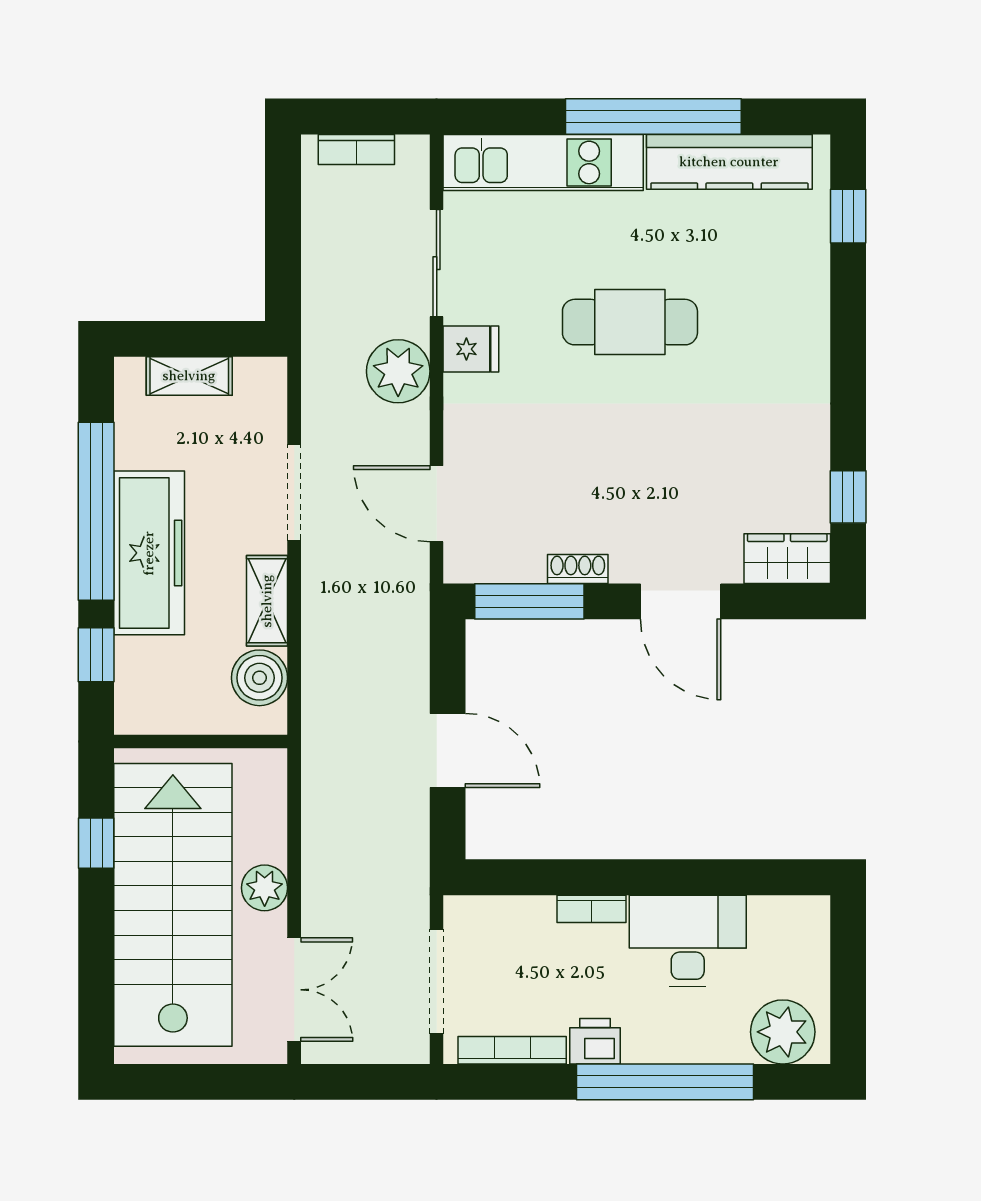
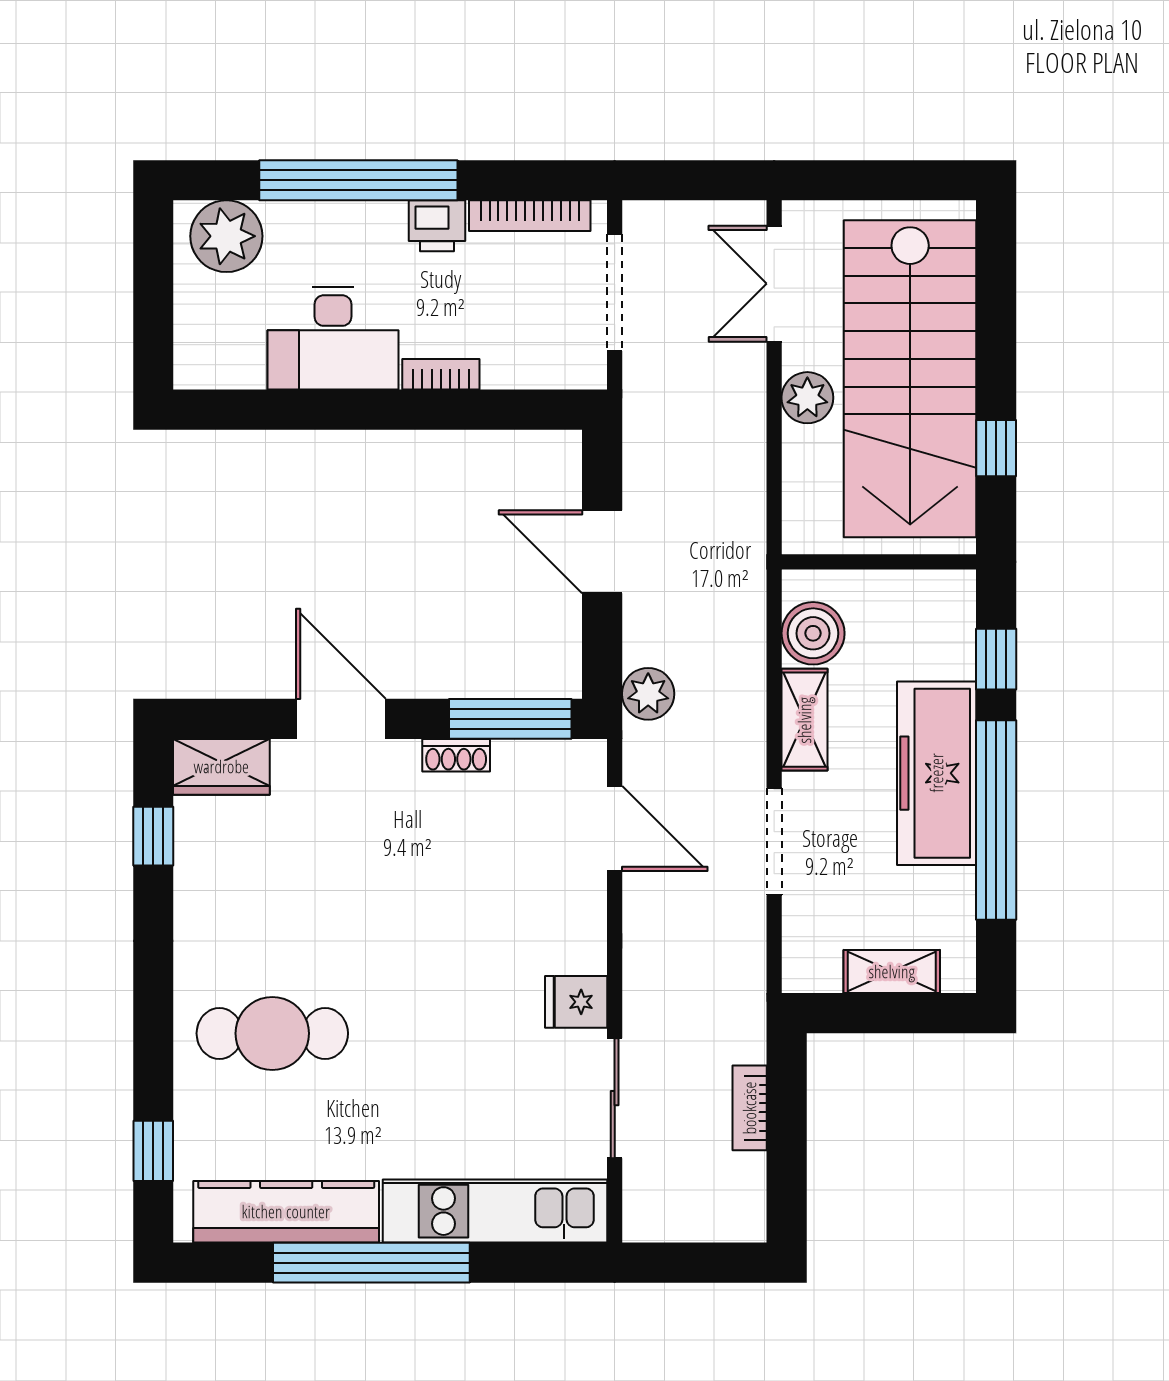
bookcase: (356, 149) -> (750, 1108), moved, turned -90
cafe table: (630, 322) -> (272, 1033), moved
plant: (398, 371) -> (648, 694), moved, width x0.73, depth x0.73

